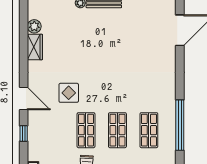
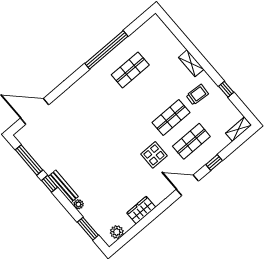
plant: (34, 26) -> (117, 232), moved
door: (24, 98) -> (187, 185), hinge flipped
shop shelf: (117, 130) -> (191, 141), moved

